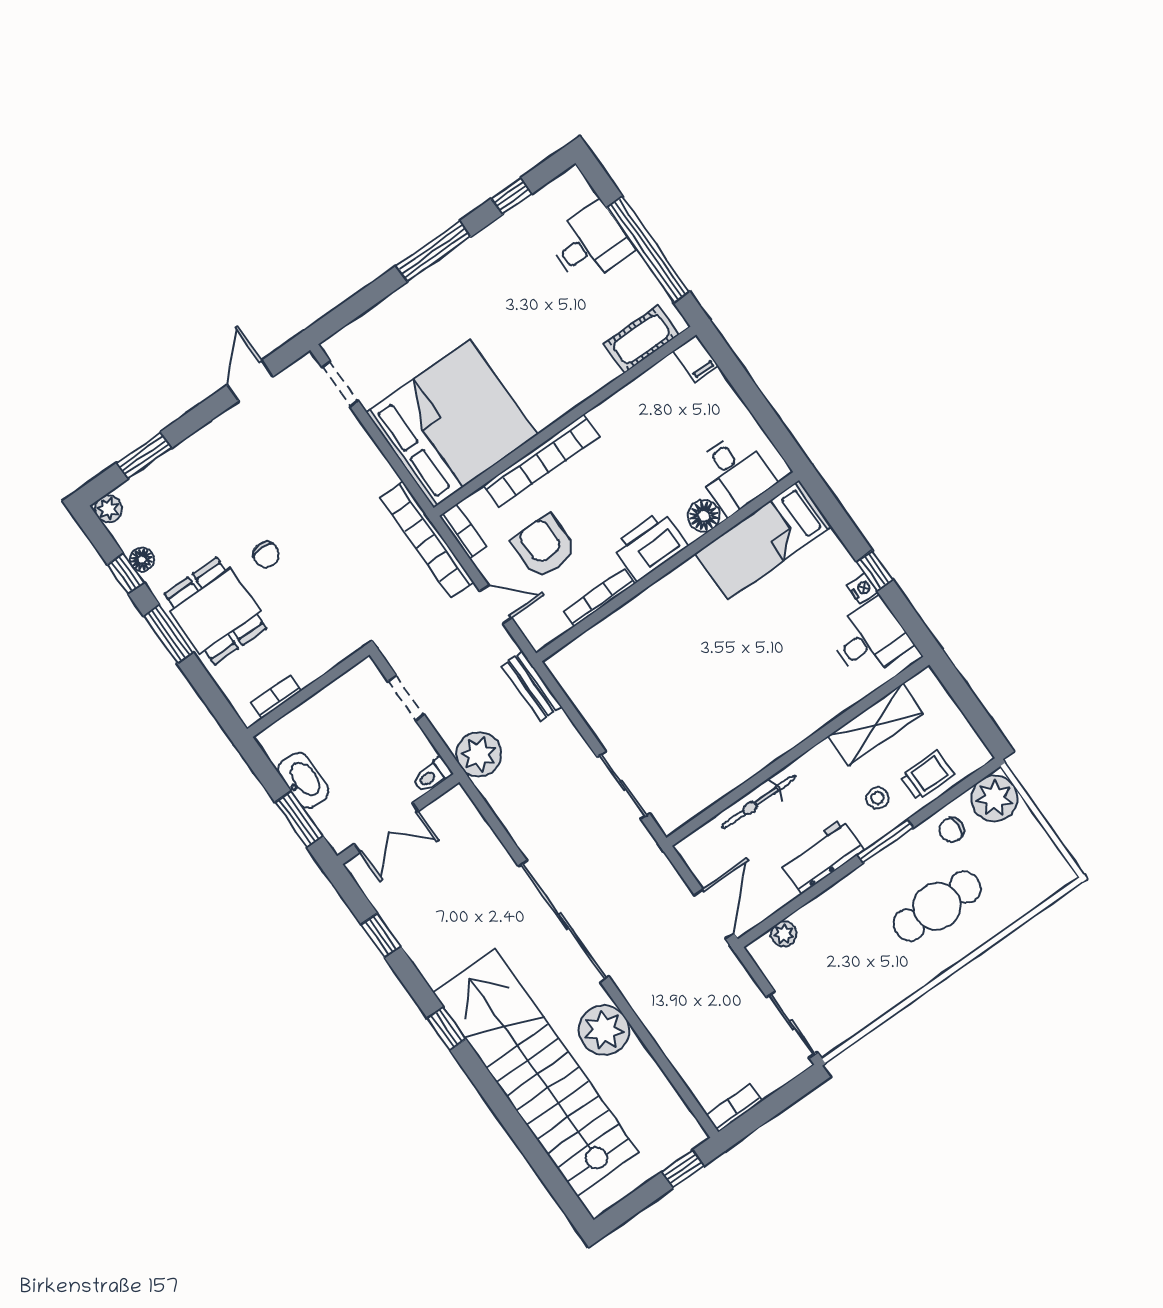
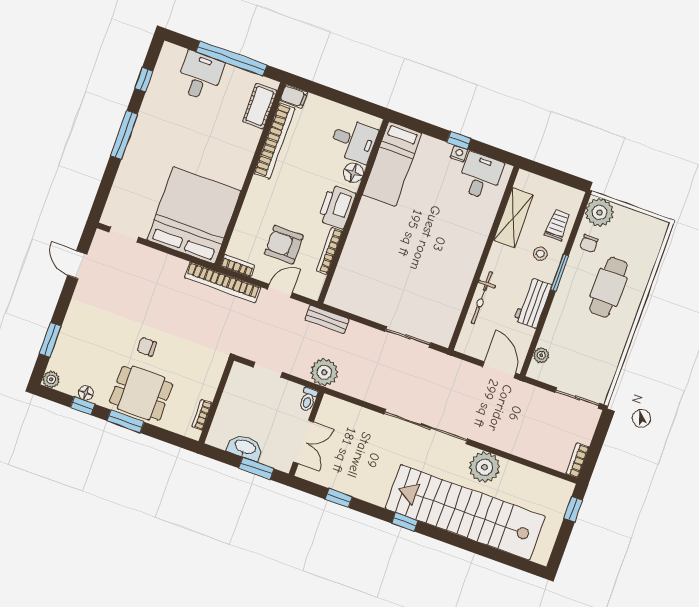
bookcase: (541, 461) -> (274, 141), moved
chair: (266, 555) -> (147, 347), turned 180

